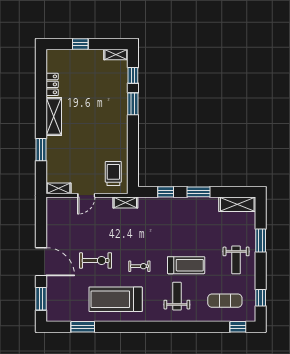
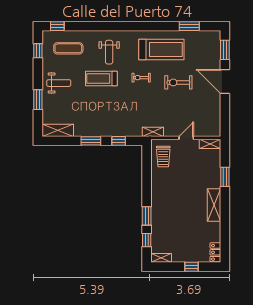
locker: (52, 84) -> (215, 252), moved
weight bench: (236, 260) -> (59, 83), turned 90

